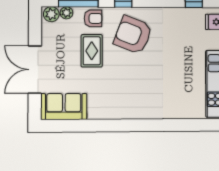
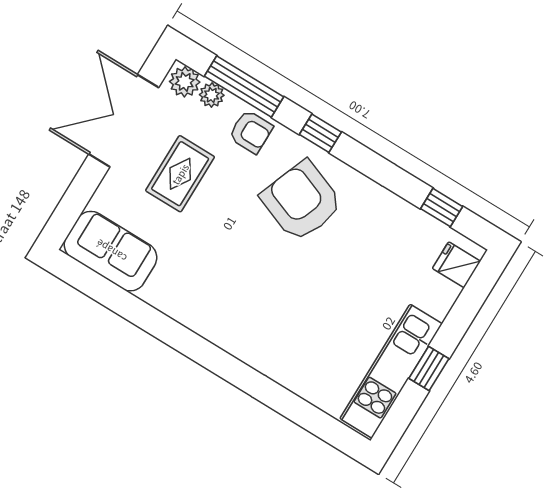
rug: (92, 51) -> (180, 174), moved
double door: (35, 70) -> (124, 121), moved

